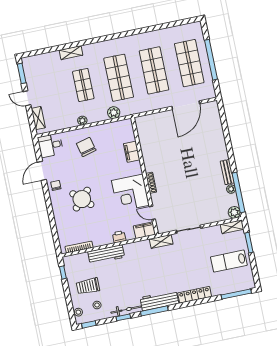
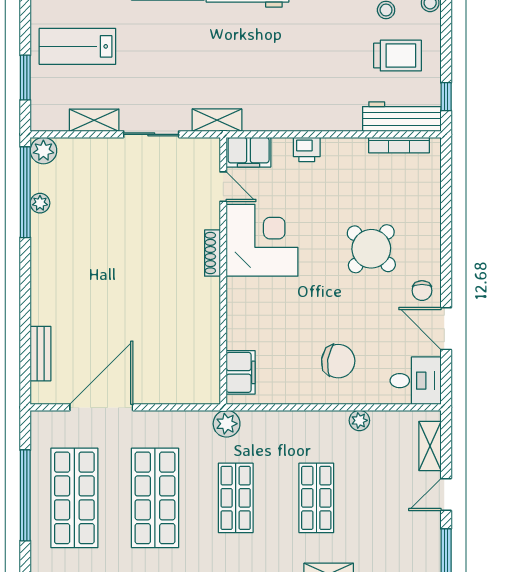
shop shelf: (119, 78) -> (236, 498), width x0.70, depth x0.74
door: (27, 98) -> (446, 494), swing flipped
plant: (114, 113) -> (227, 424), moved
plant: (82, 121) -> (359, 420), moved
chair: (86, 147) -> (338, 361), turned -68
filing cabinet: (132, 152) -> (241, 372), moved
door: (42, 171) -> (446, 329), swing flipped
bench: (227, 172) -> (41, 354), moved
shelving: (232, 227) -> (94, 120), moved
workbench: (106, 254) -> (402, 117), moved
lab bench: (229, 261) -> (77, 46), turned 180

